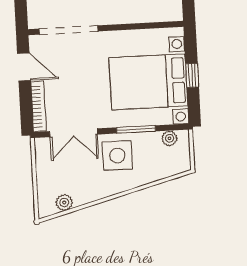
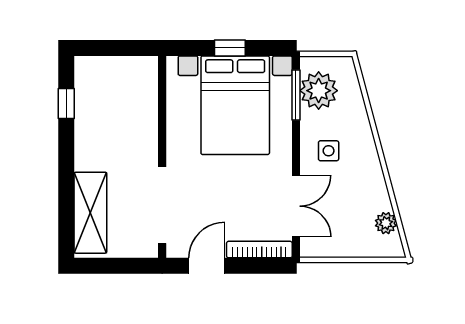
window: (136, 129) -> (296, 95), moved
plant: (170, 138) -> (319, 91), width x1.87, depth x1.87
side table: (117, 155) -> (329, 151), width x0.54, depth x0.54

